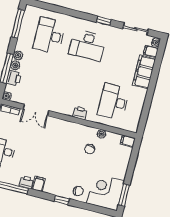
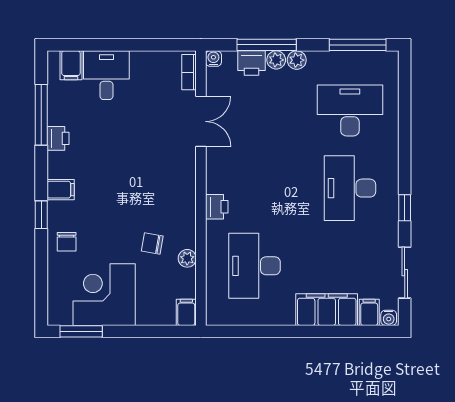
desk: (114, 102) -> (254, 266), turned -90
double door: (36, 110) -> (201, 121), swing flipped
filing cabinet: (38, 184) -> (61, 190), moved
corner desk: (106, 192) -> (104, 295), moved, turned -90

